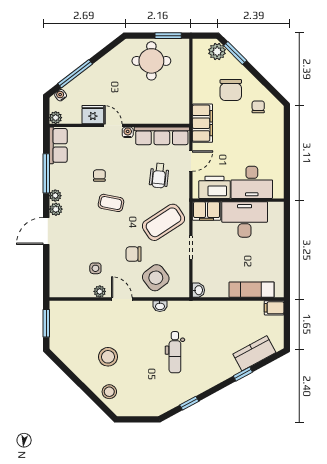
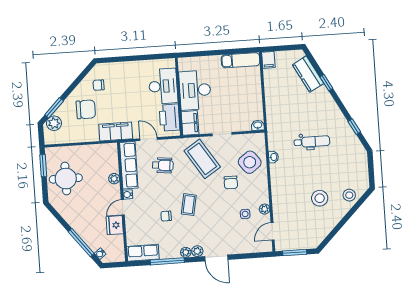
plant: (56, 118) -> (114, 179), moved
exam couch: (252, 290) -> (241, 60), moved, turned -90
door: (122, 299) -> (273, 231), moved

